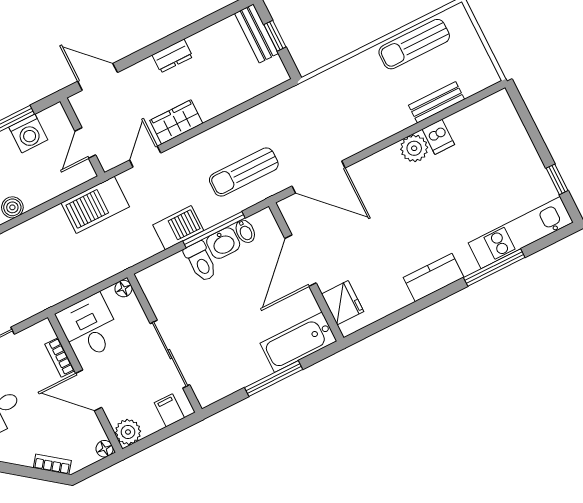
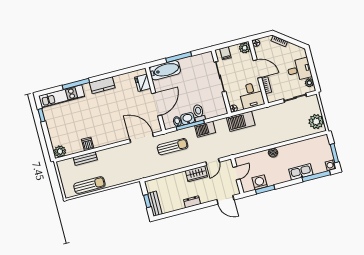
plant: (414, 148) -> (60, 151), moved
barbecue: (95, 205) -> (241, 121), moved, turned 180

